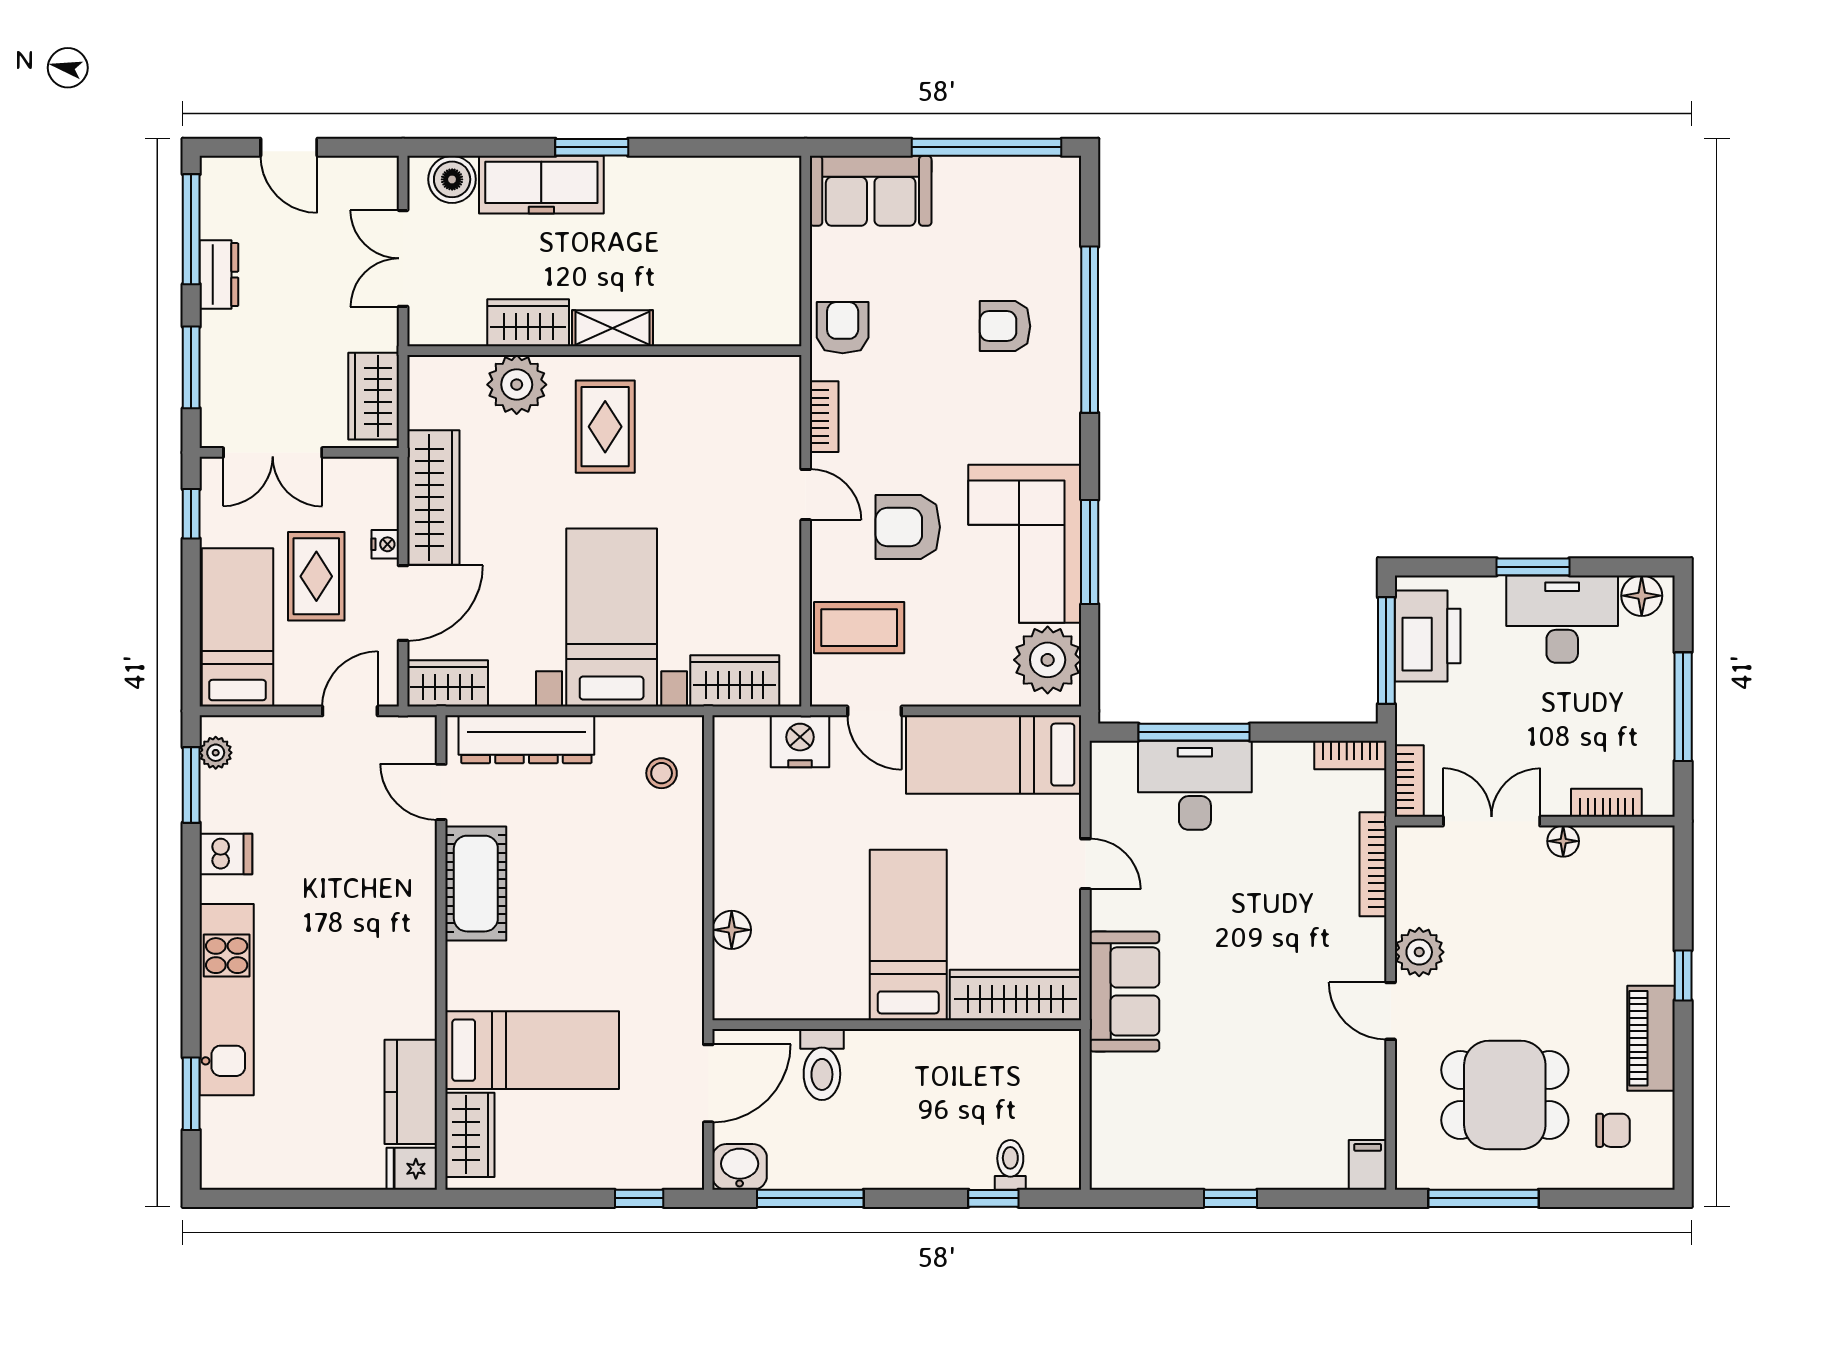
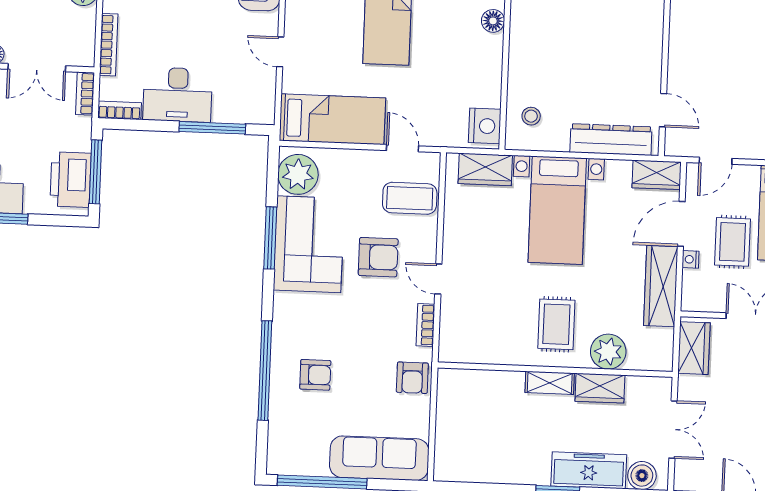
sofa: (871, 191) -> (379, 458), width x1.36
nightstand: (800, 741) -> (485, 126), moved, turned -90
desk: (1195, 785) -> (178, 95), moved
cot: (476, 884) -> (645, 55), removed

